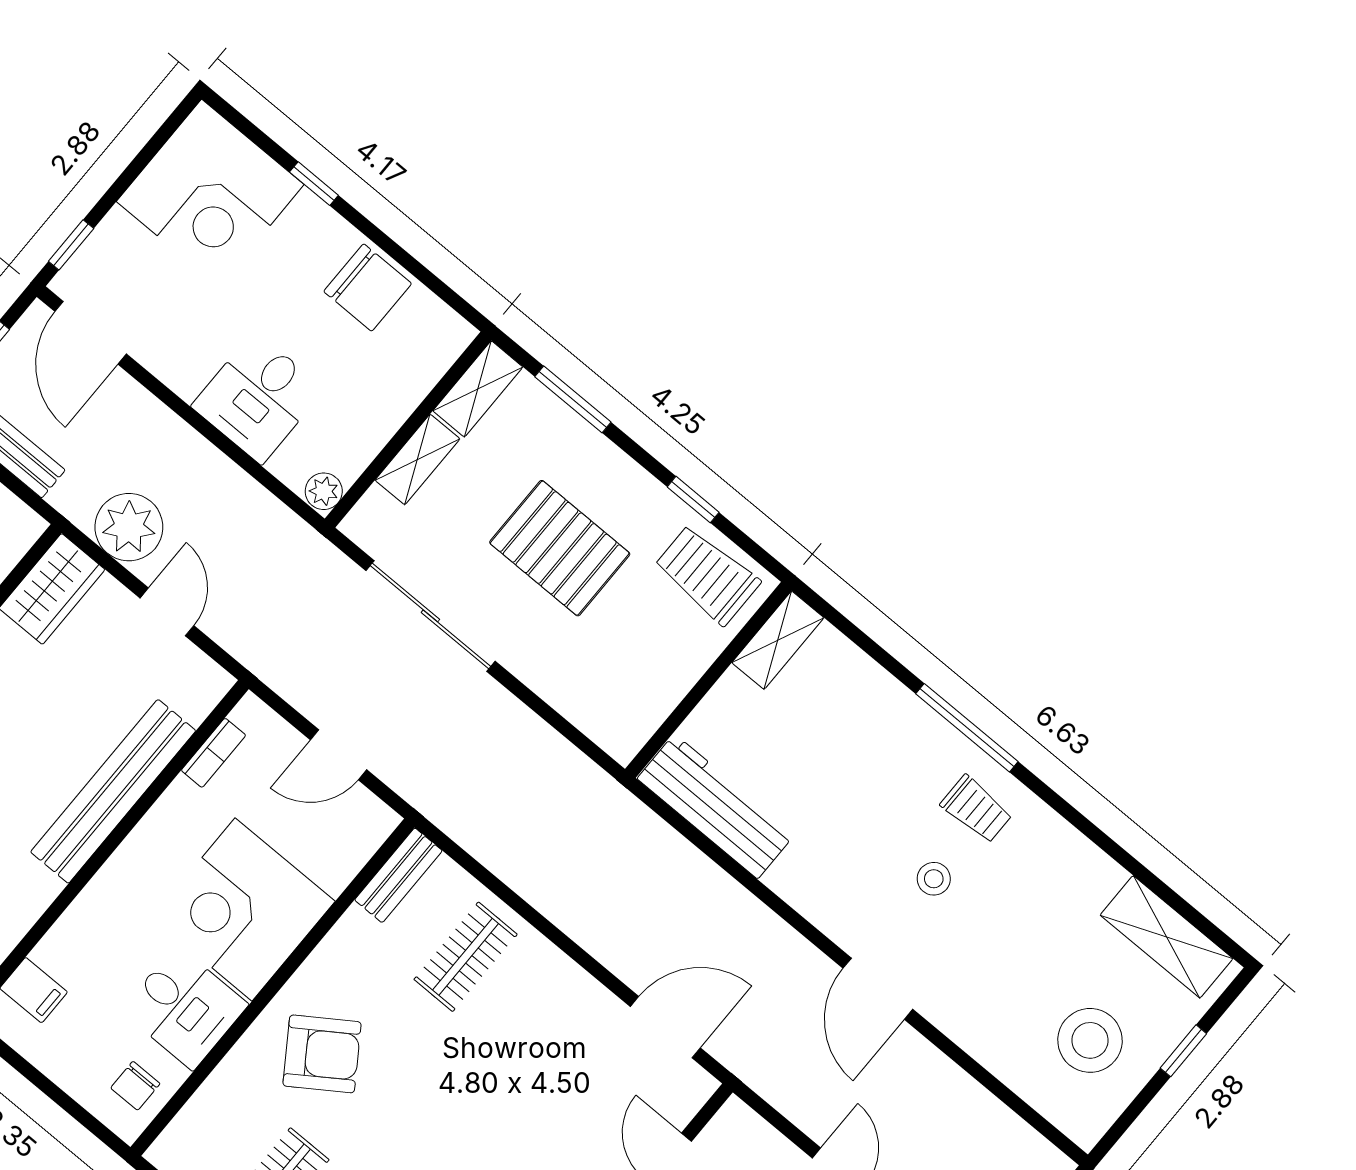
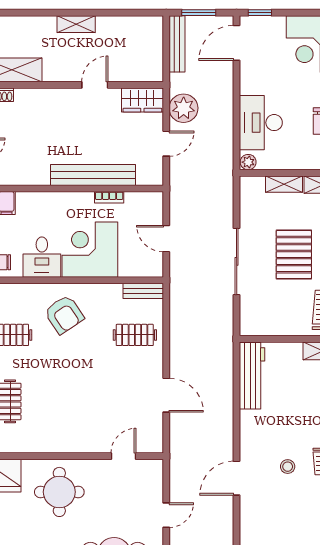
desk: (258, 398) -> (261, 123), width x1.37
sliding door: (430, 616) -> (237, 261), moved
bookcase: (214, 753) -> (109, 197), moved
door: (665, 1027) -> (166, 395), moved

